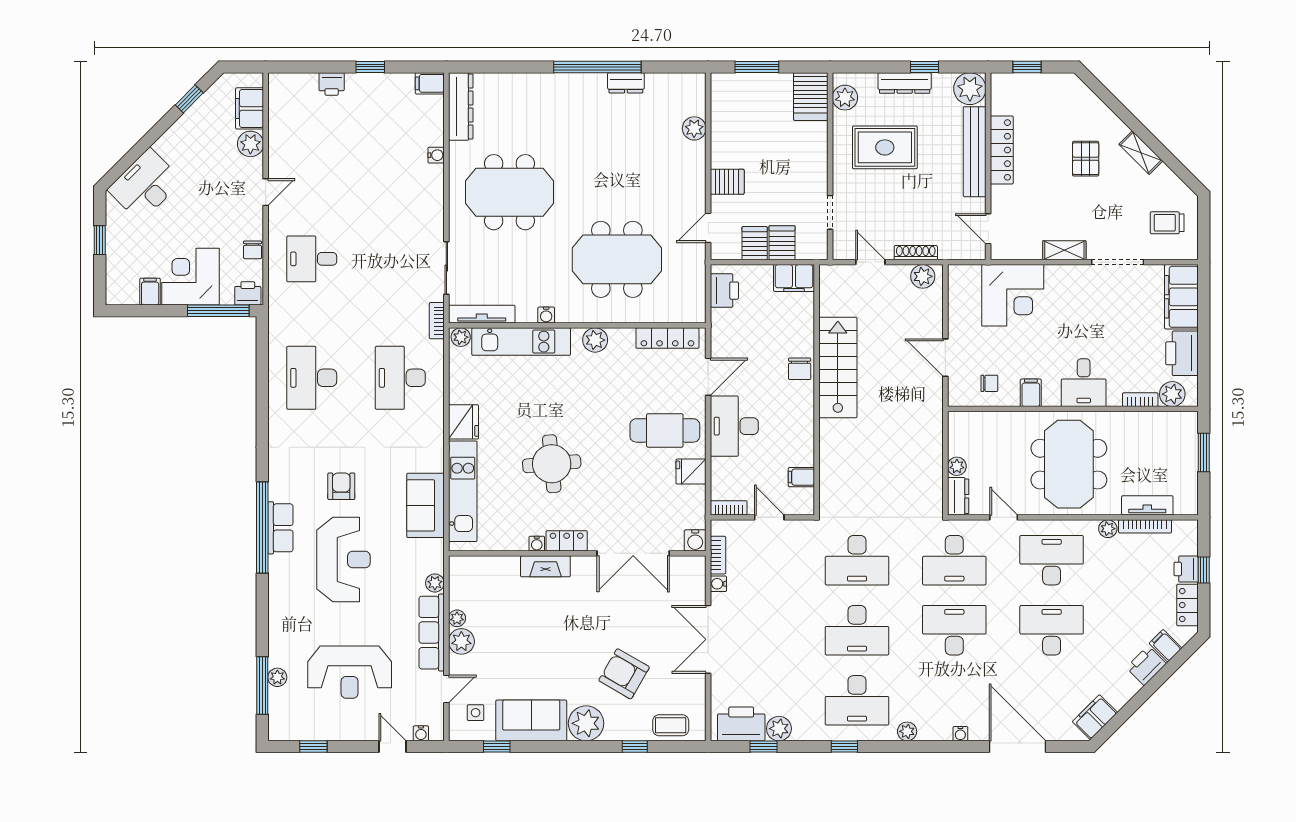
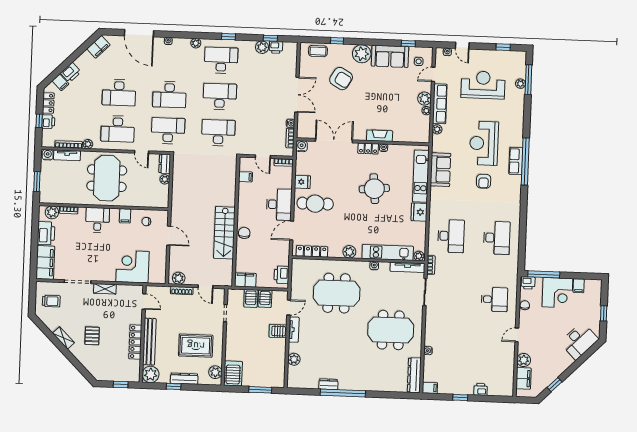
tv unit: (697, 186) -> (294, 330), added
water cooler: (1185, 505) -> (48, 155), added
printer: (741, 724) -> (276, 47), width x0.53, depth x0.68

